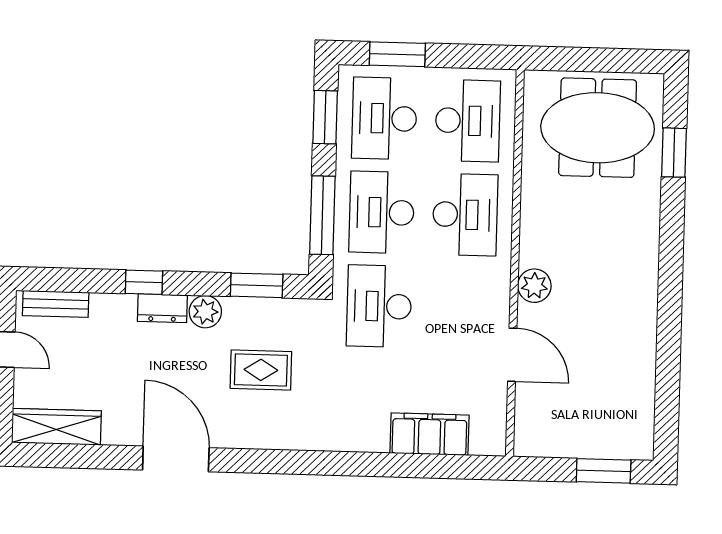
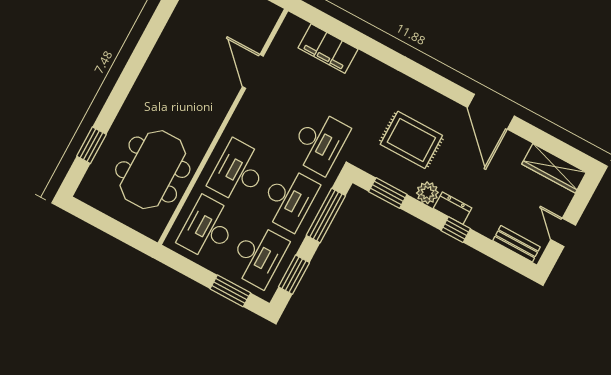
meeting table: (598, 128) -> (153, 170), moved, turned 90
plant: (534, 286) -> (218, 107), removed
rug: (261, 370) -> (411, 140), width x1.36, depth x1.43

